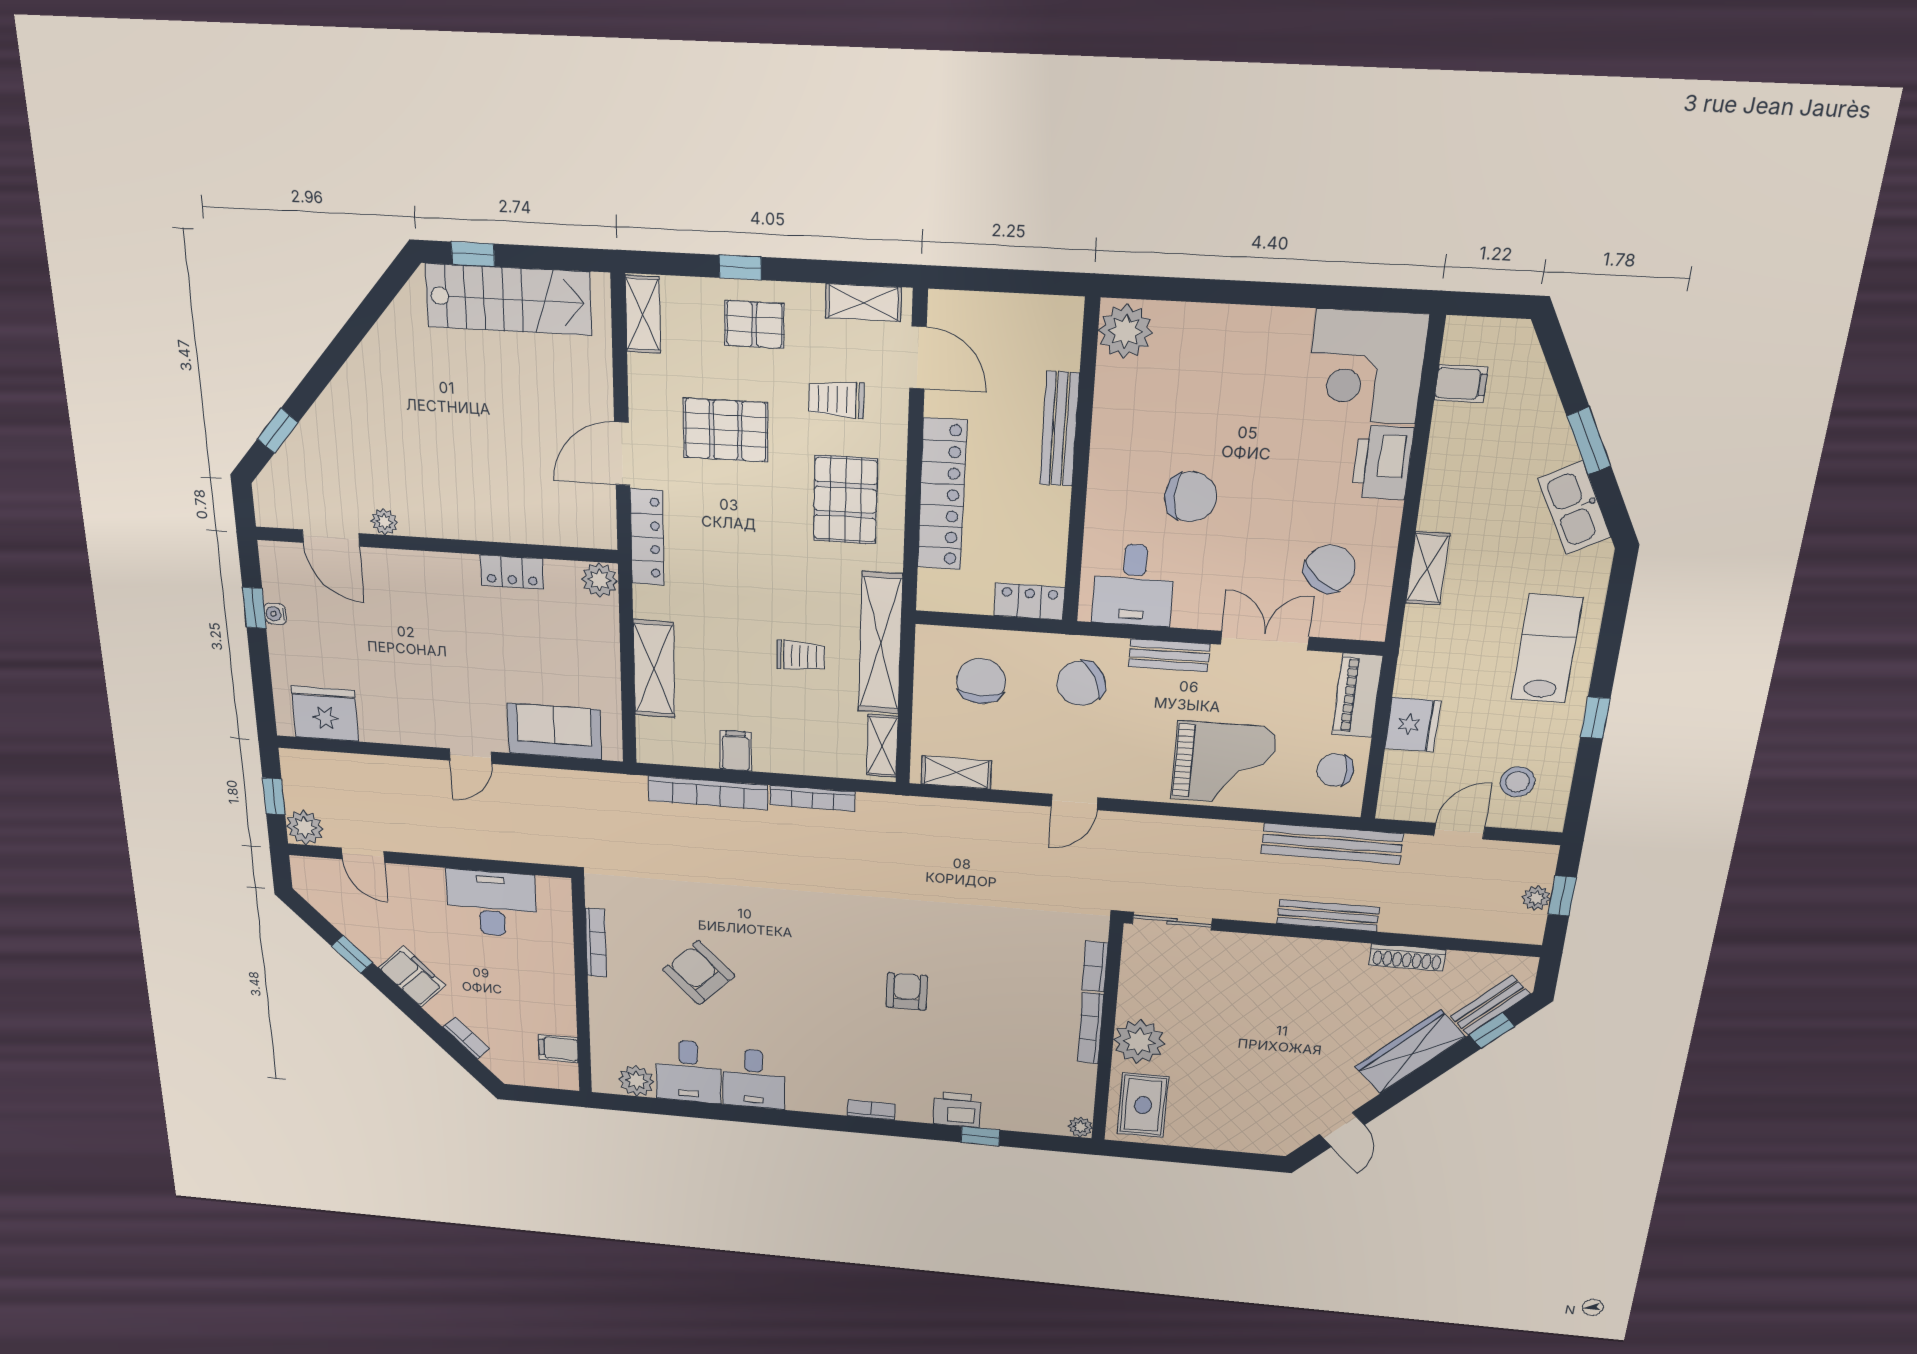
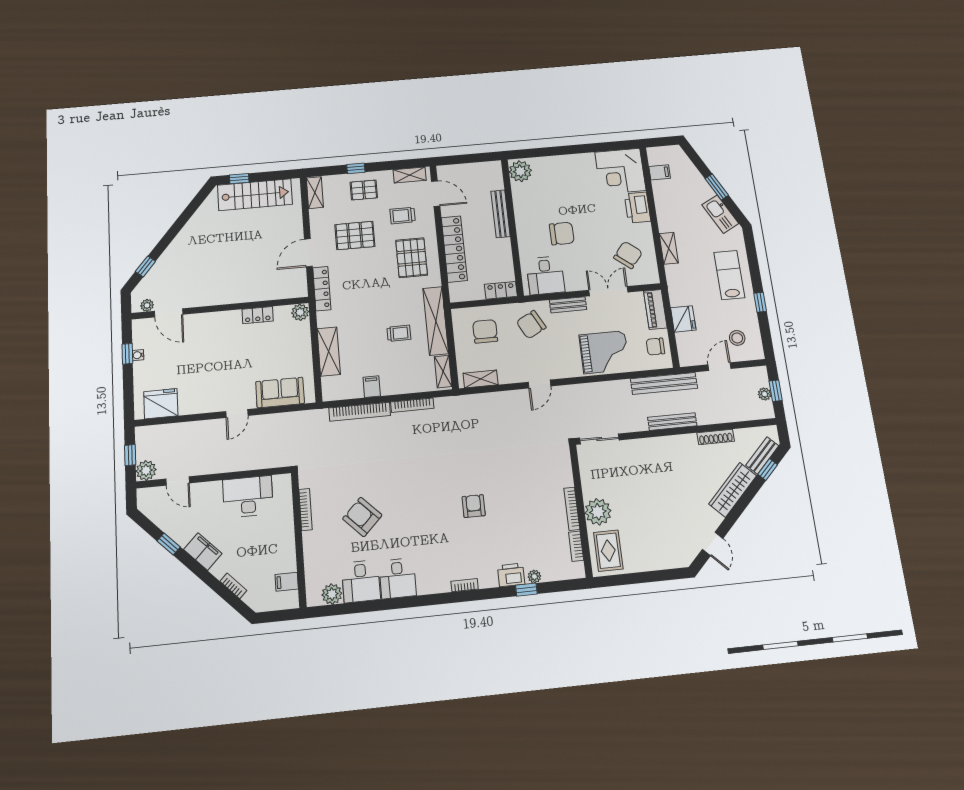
plant: (384, 522) -> (147, 305), moved
bookcase: (1095, 966) -> (576, 546), moved
plant: (1080, 1127) -> (534, 576), moved

